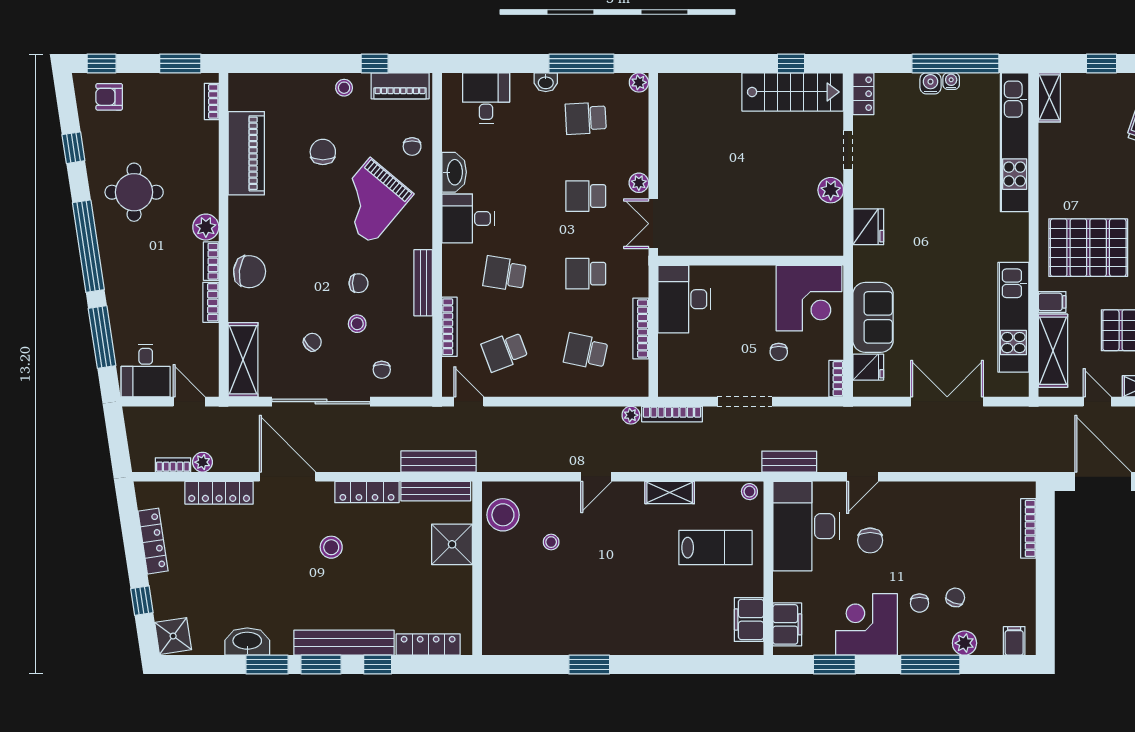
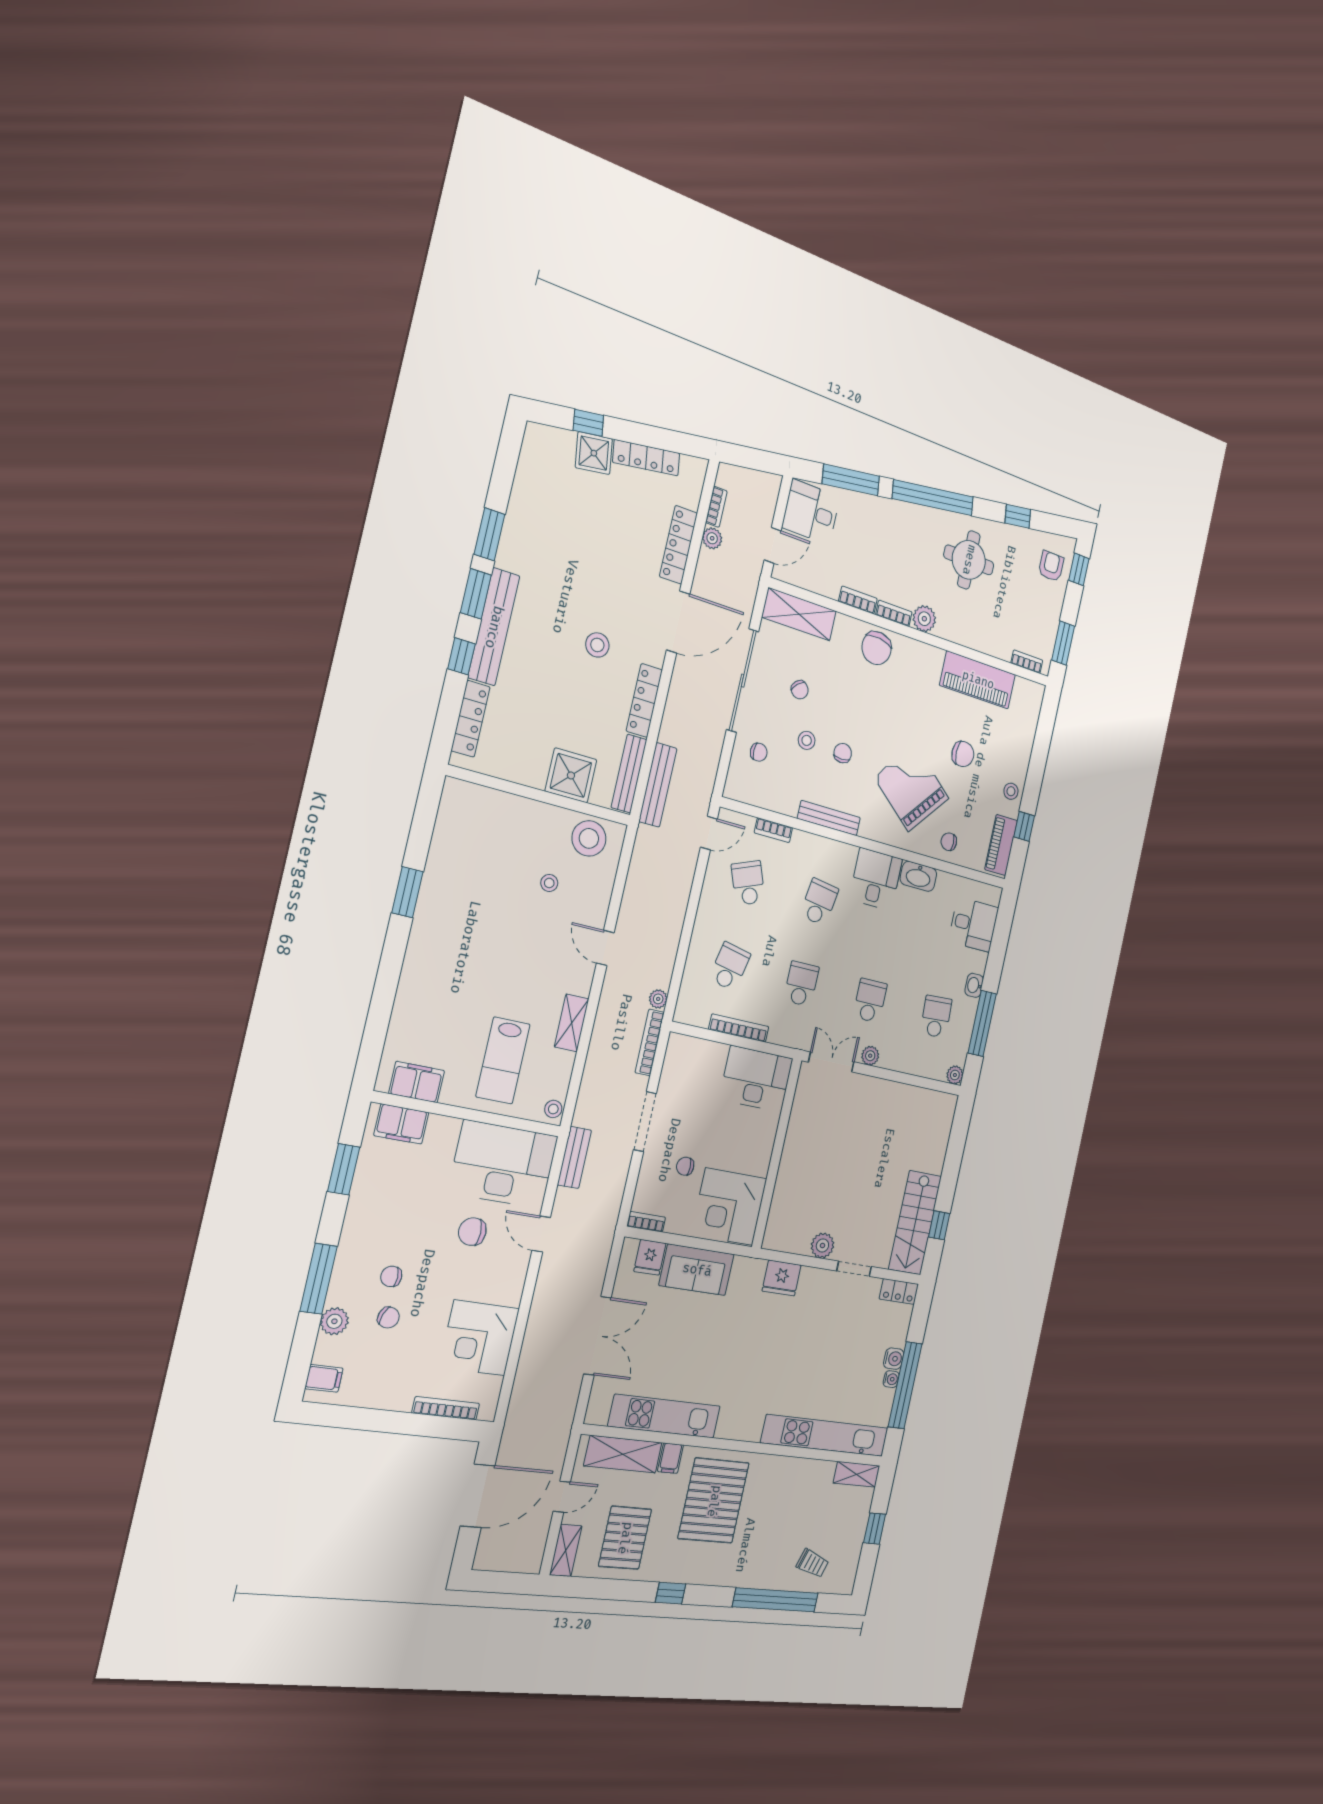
chair: (358, 283) -> (843, 753), turned 180
bookcase: (449, 327) -> (773, 830), width x0.64
chair: (382, 370) -> (759, 752), turned 180
corner desk: (867, 624) -> (479, 1338), moved, turned 180
shower: (173, 636) -> (594, 453), moved
washbasin: (247, 641) -> (519, 521), removed

